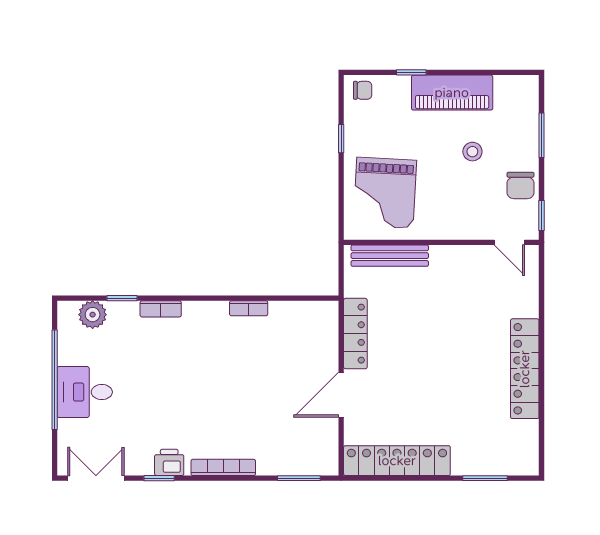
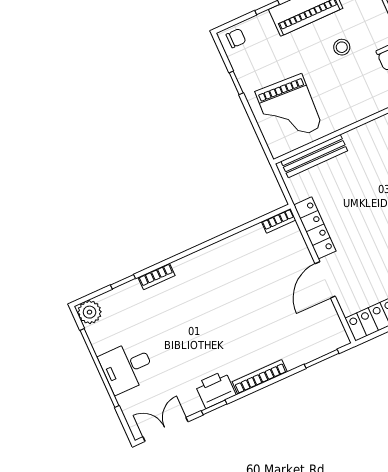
bookcase: (249, 308) -> (279, 221), moved
plant: (93, 315) -> (90, 312), moved
printer: (169, 462) -> (215, 389), width x1.36, depth x1.24

